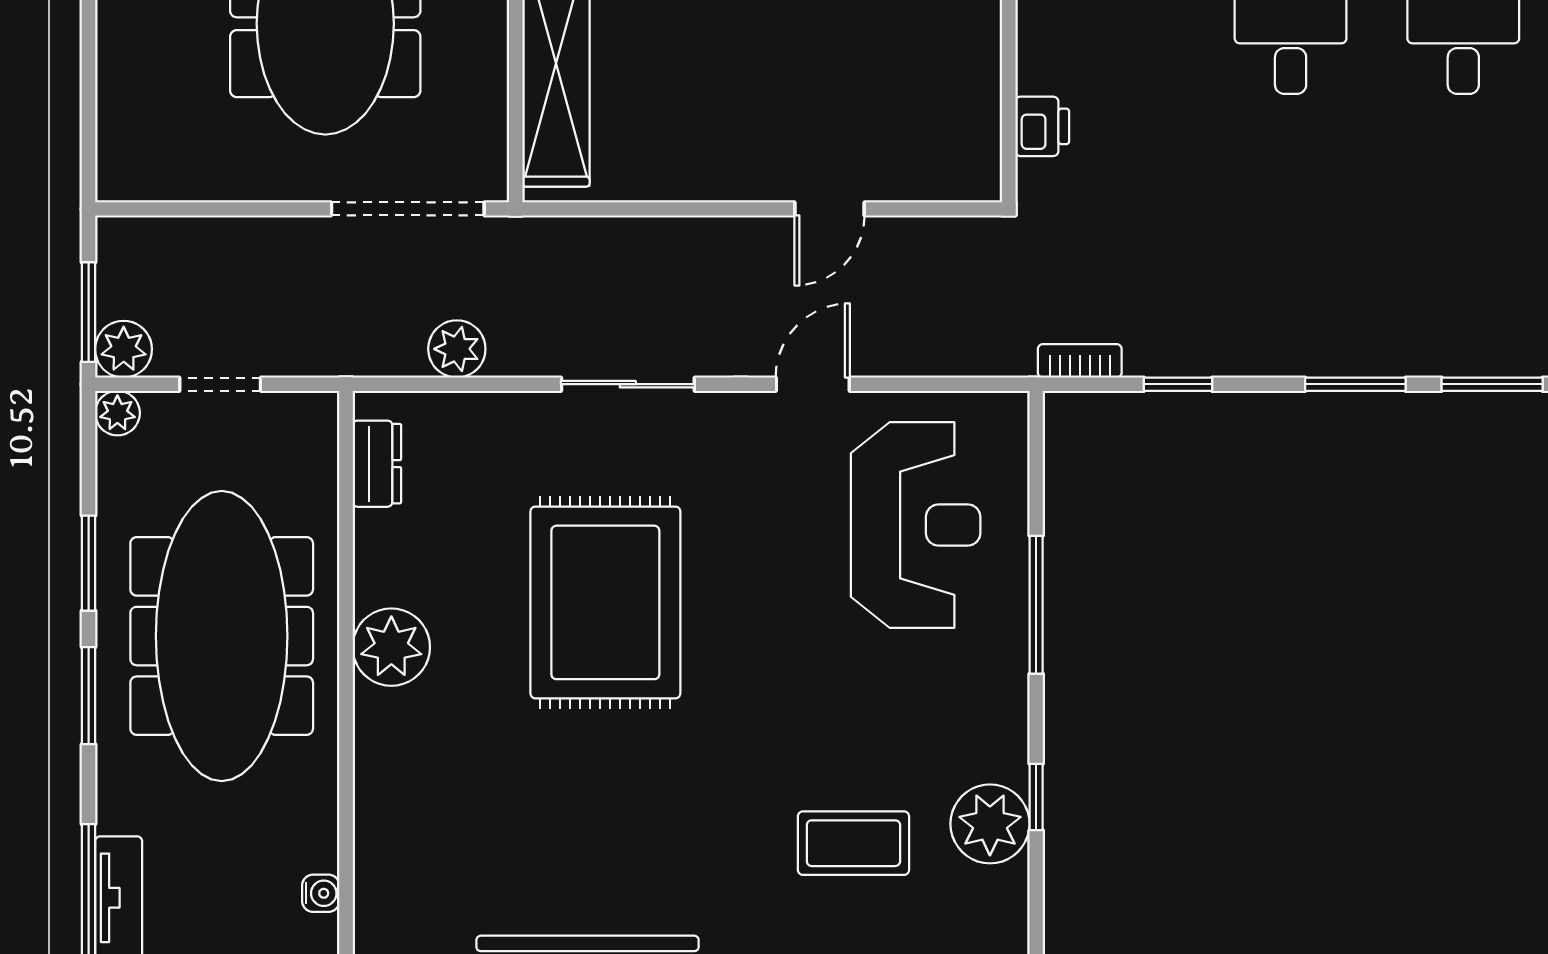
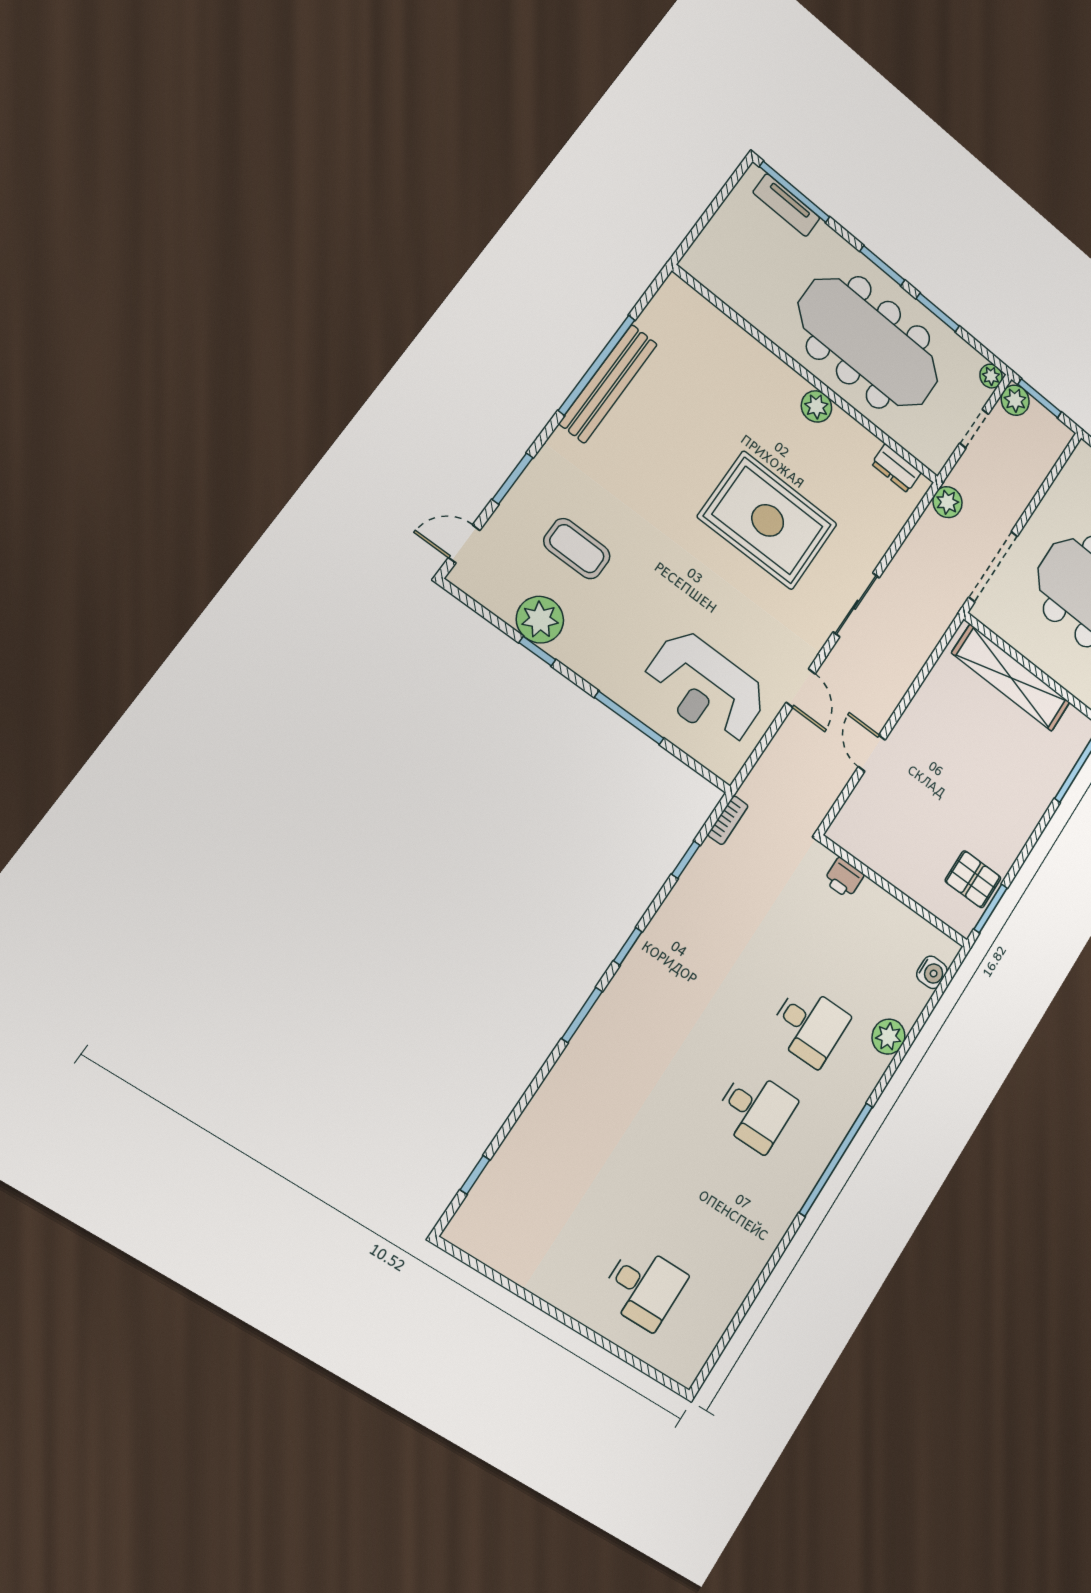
plant: (457, 349) -> (947, 502), moved
window: (1355, 384) -> (628, 946), width x0.67
plant: (391, 647) -> (816, 406), width x0.73, depth x0.73
coffee table: (853, 843) -> (577, 549), turned 90
water cooler: (321, 893) -> (726, 292), removed

